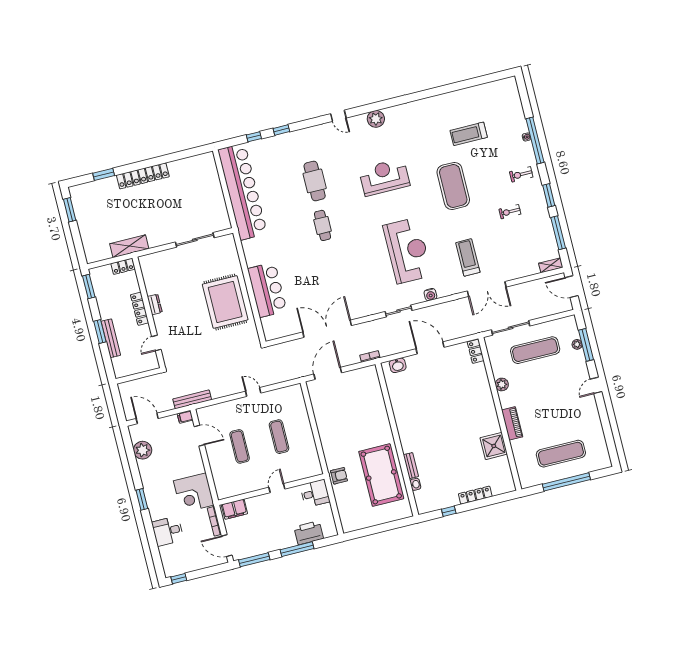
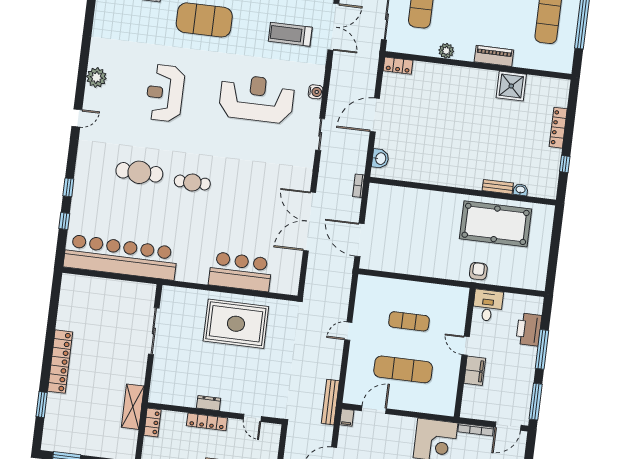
exercise mat: (240, 446) -> (403, 369), width x1.36, depth x1.45
filing cabinet: (234, 509) -> (475, 371), moved

